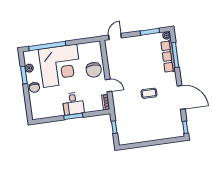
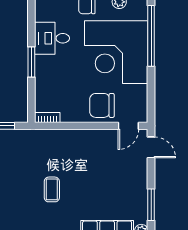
door: (108, 85) -> (128, 126), moved
desk: (73, 104) -> (52, 38), moved

